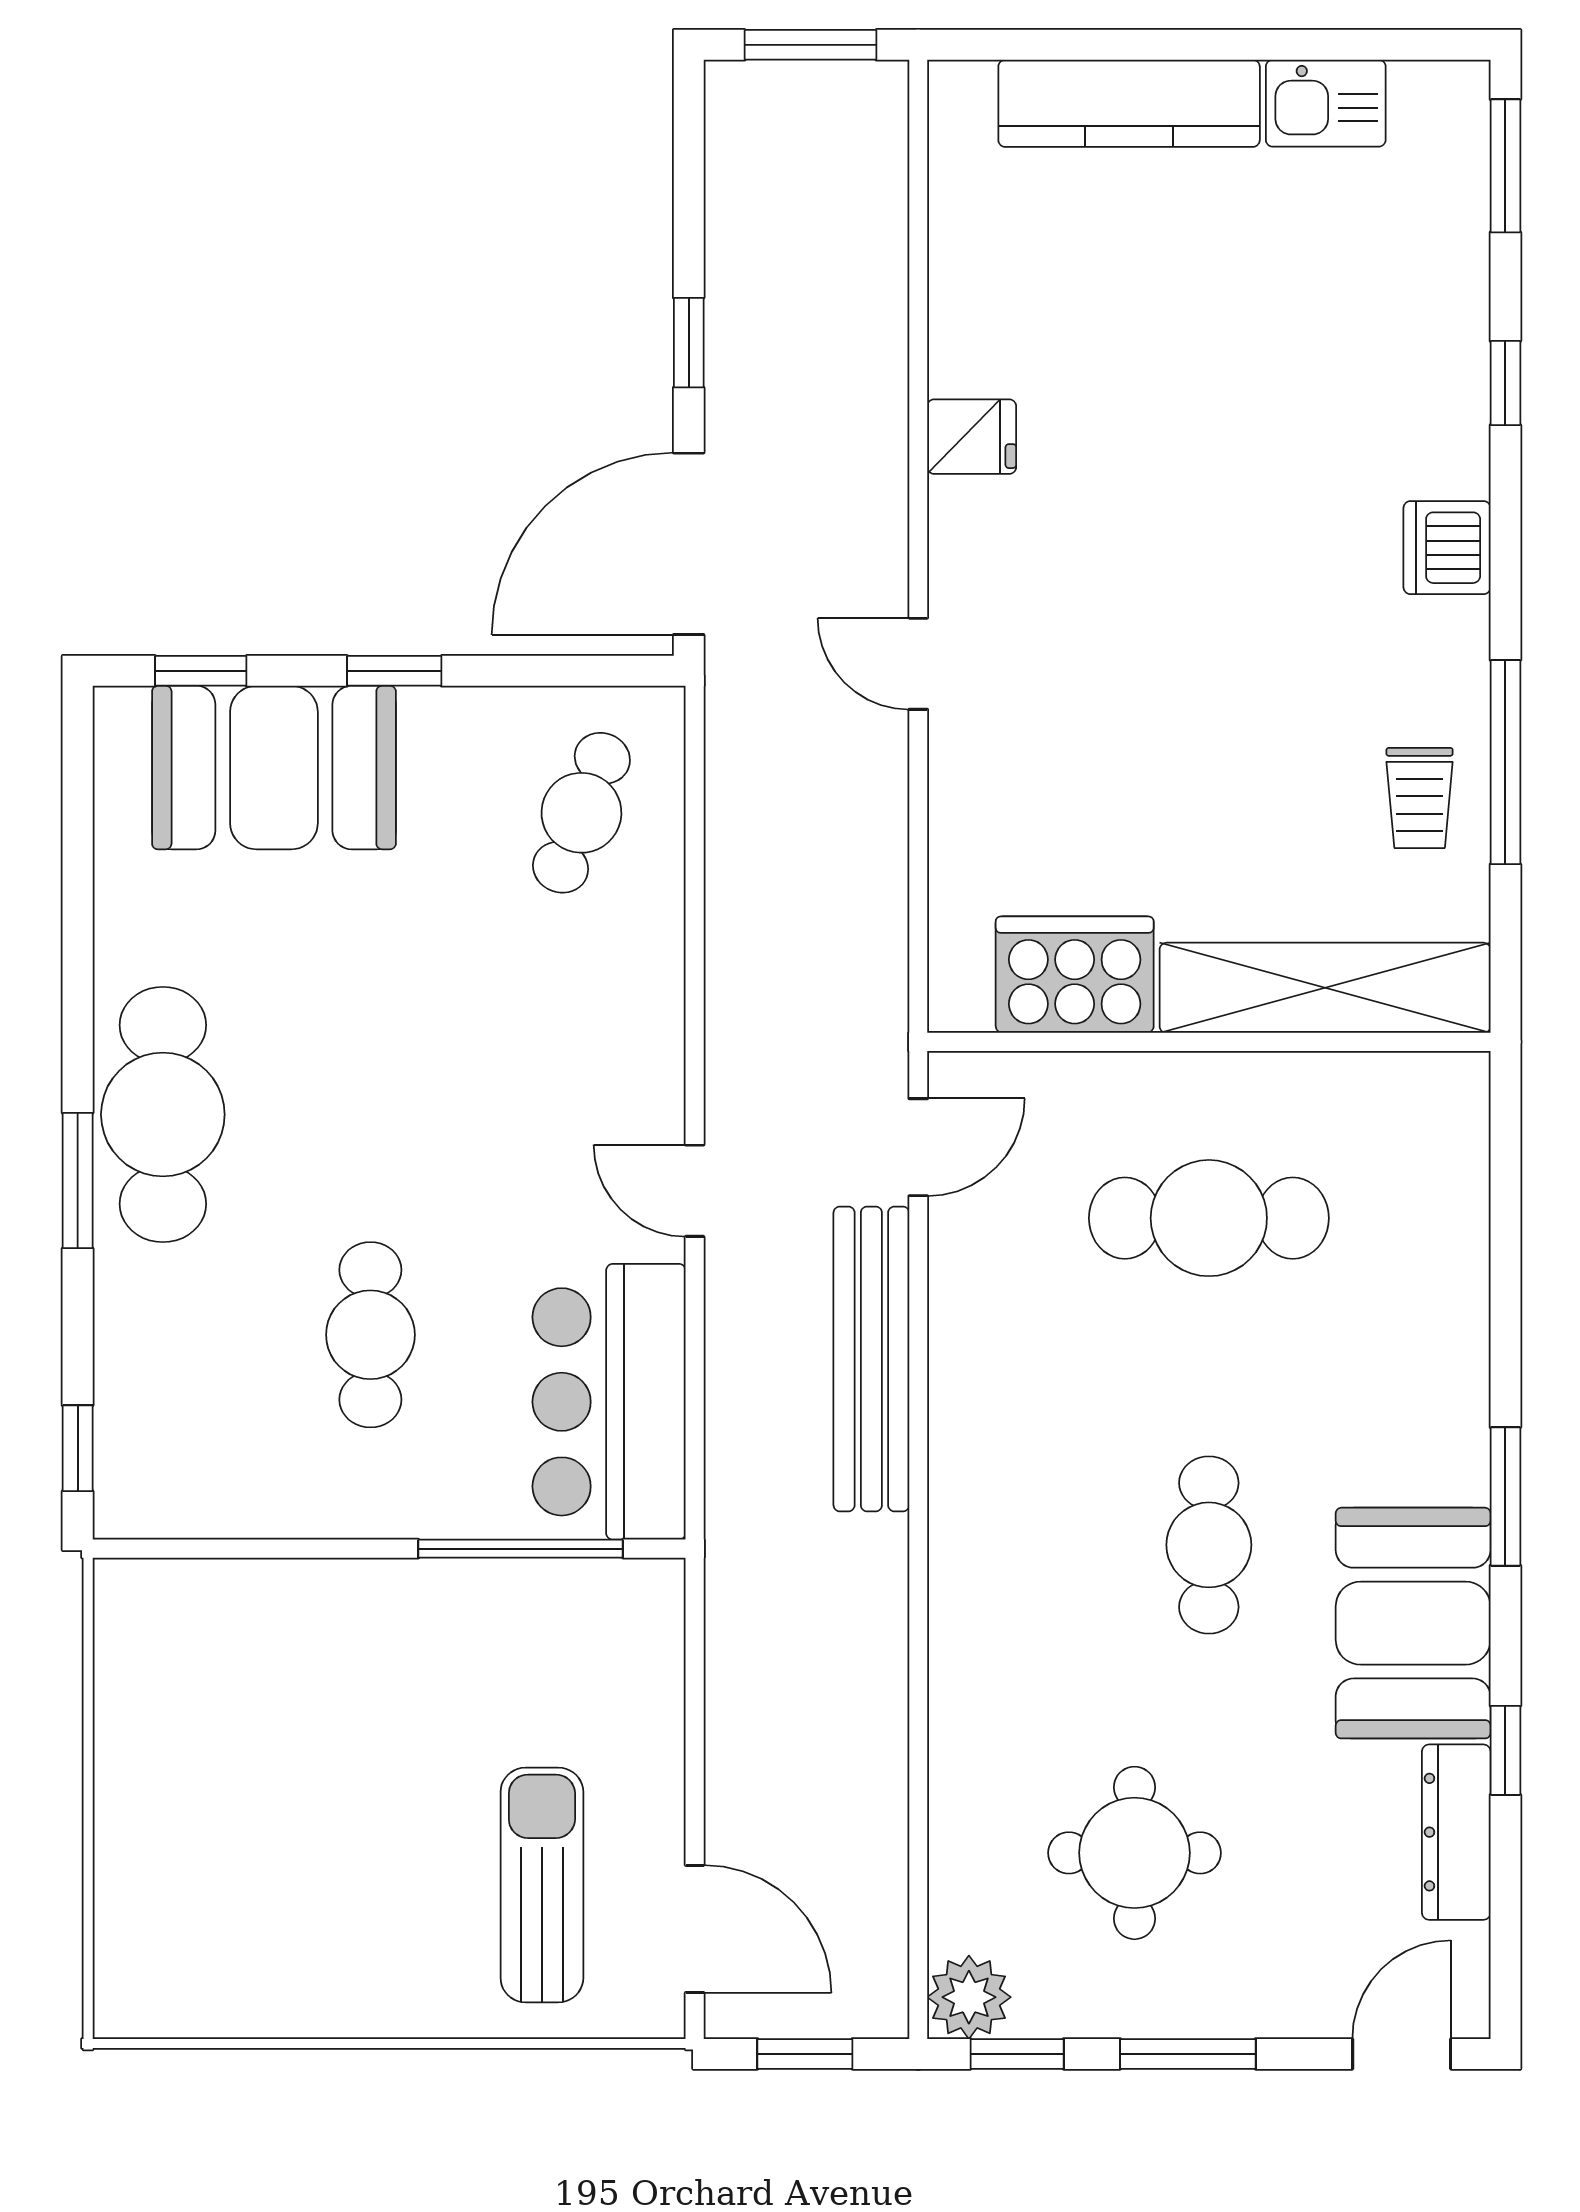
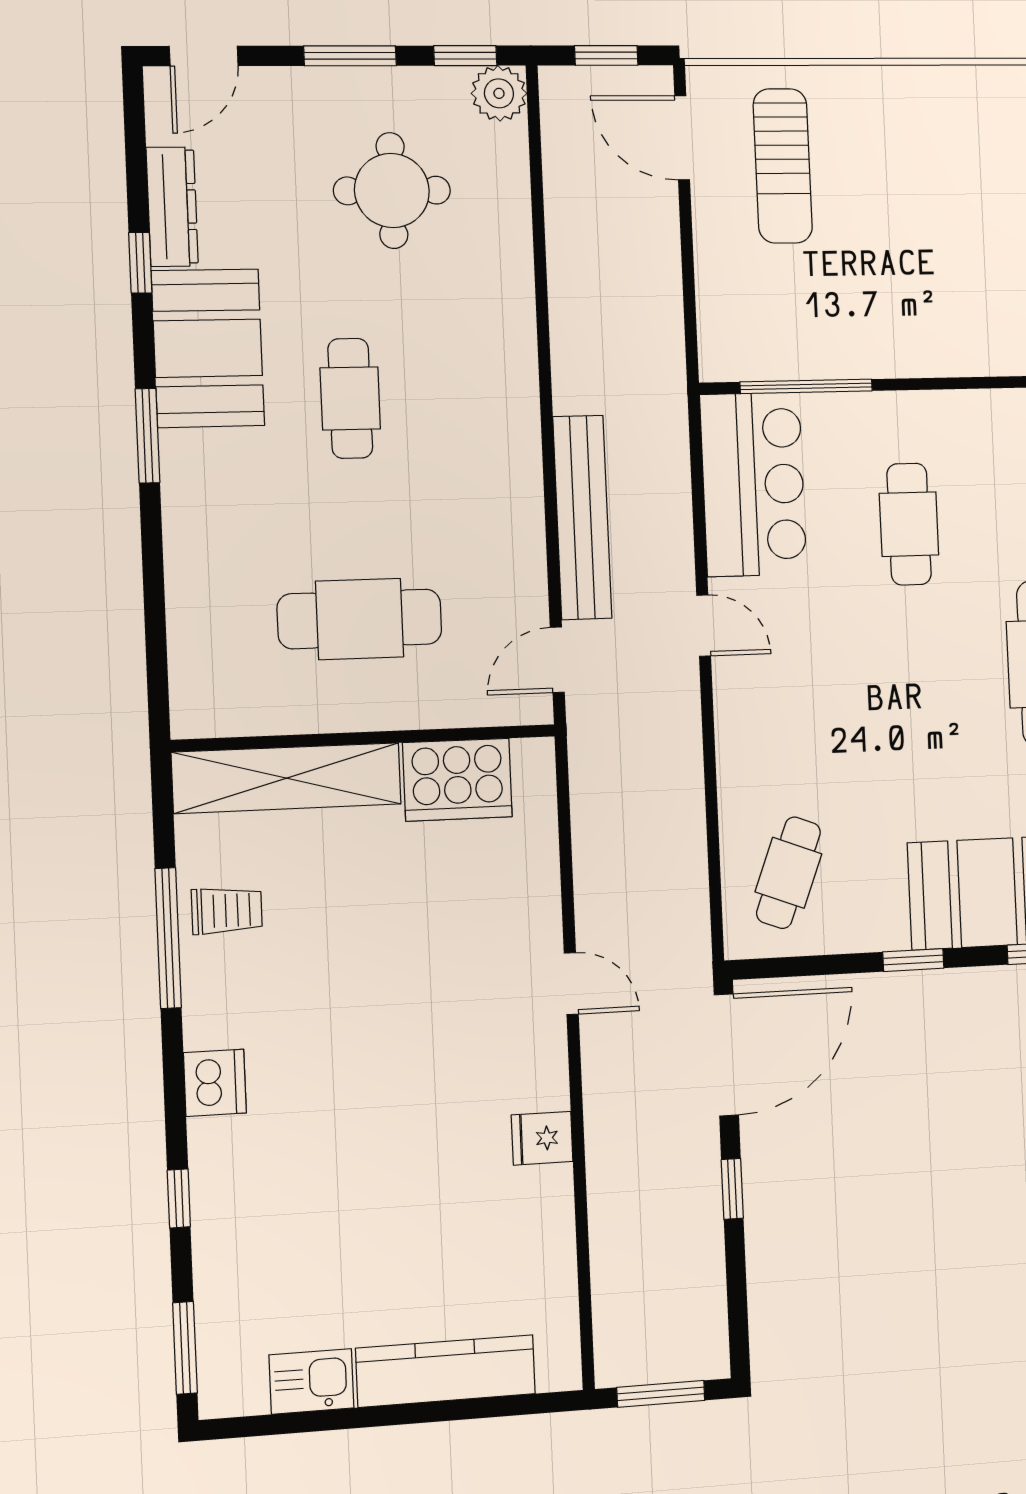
trolley: (1420, 798) -> (227, 911), turned 90

